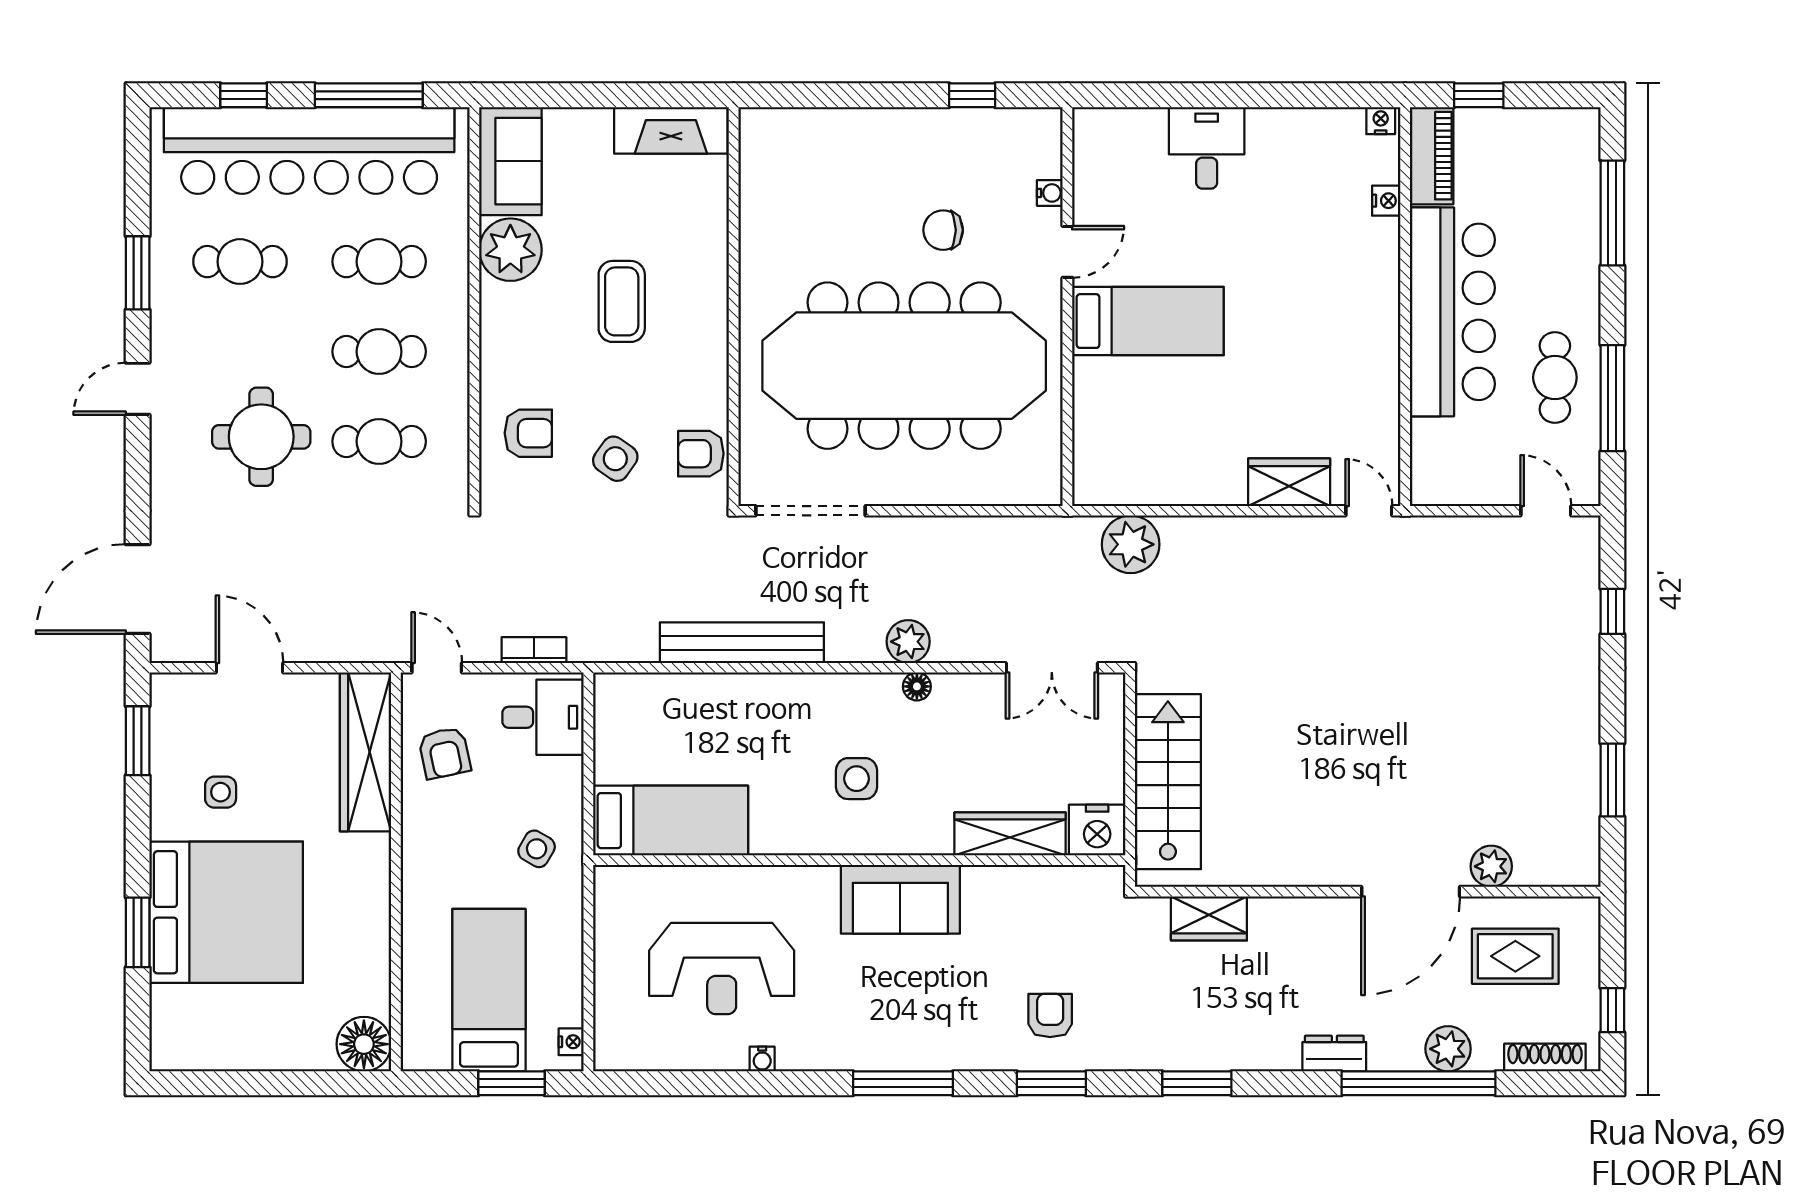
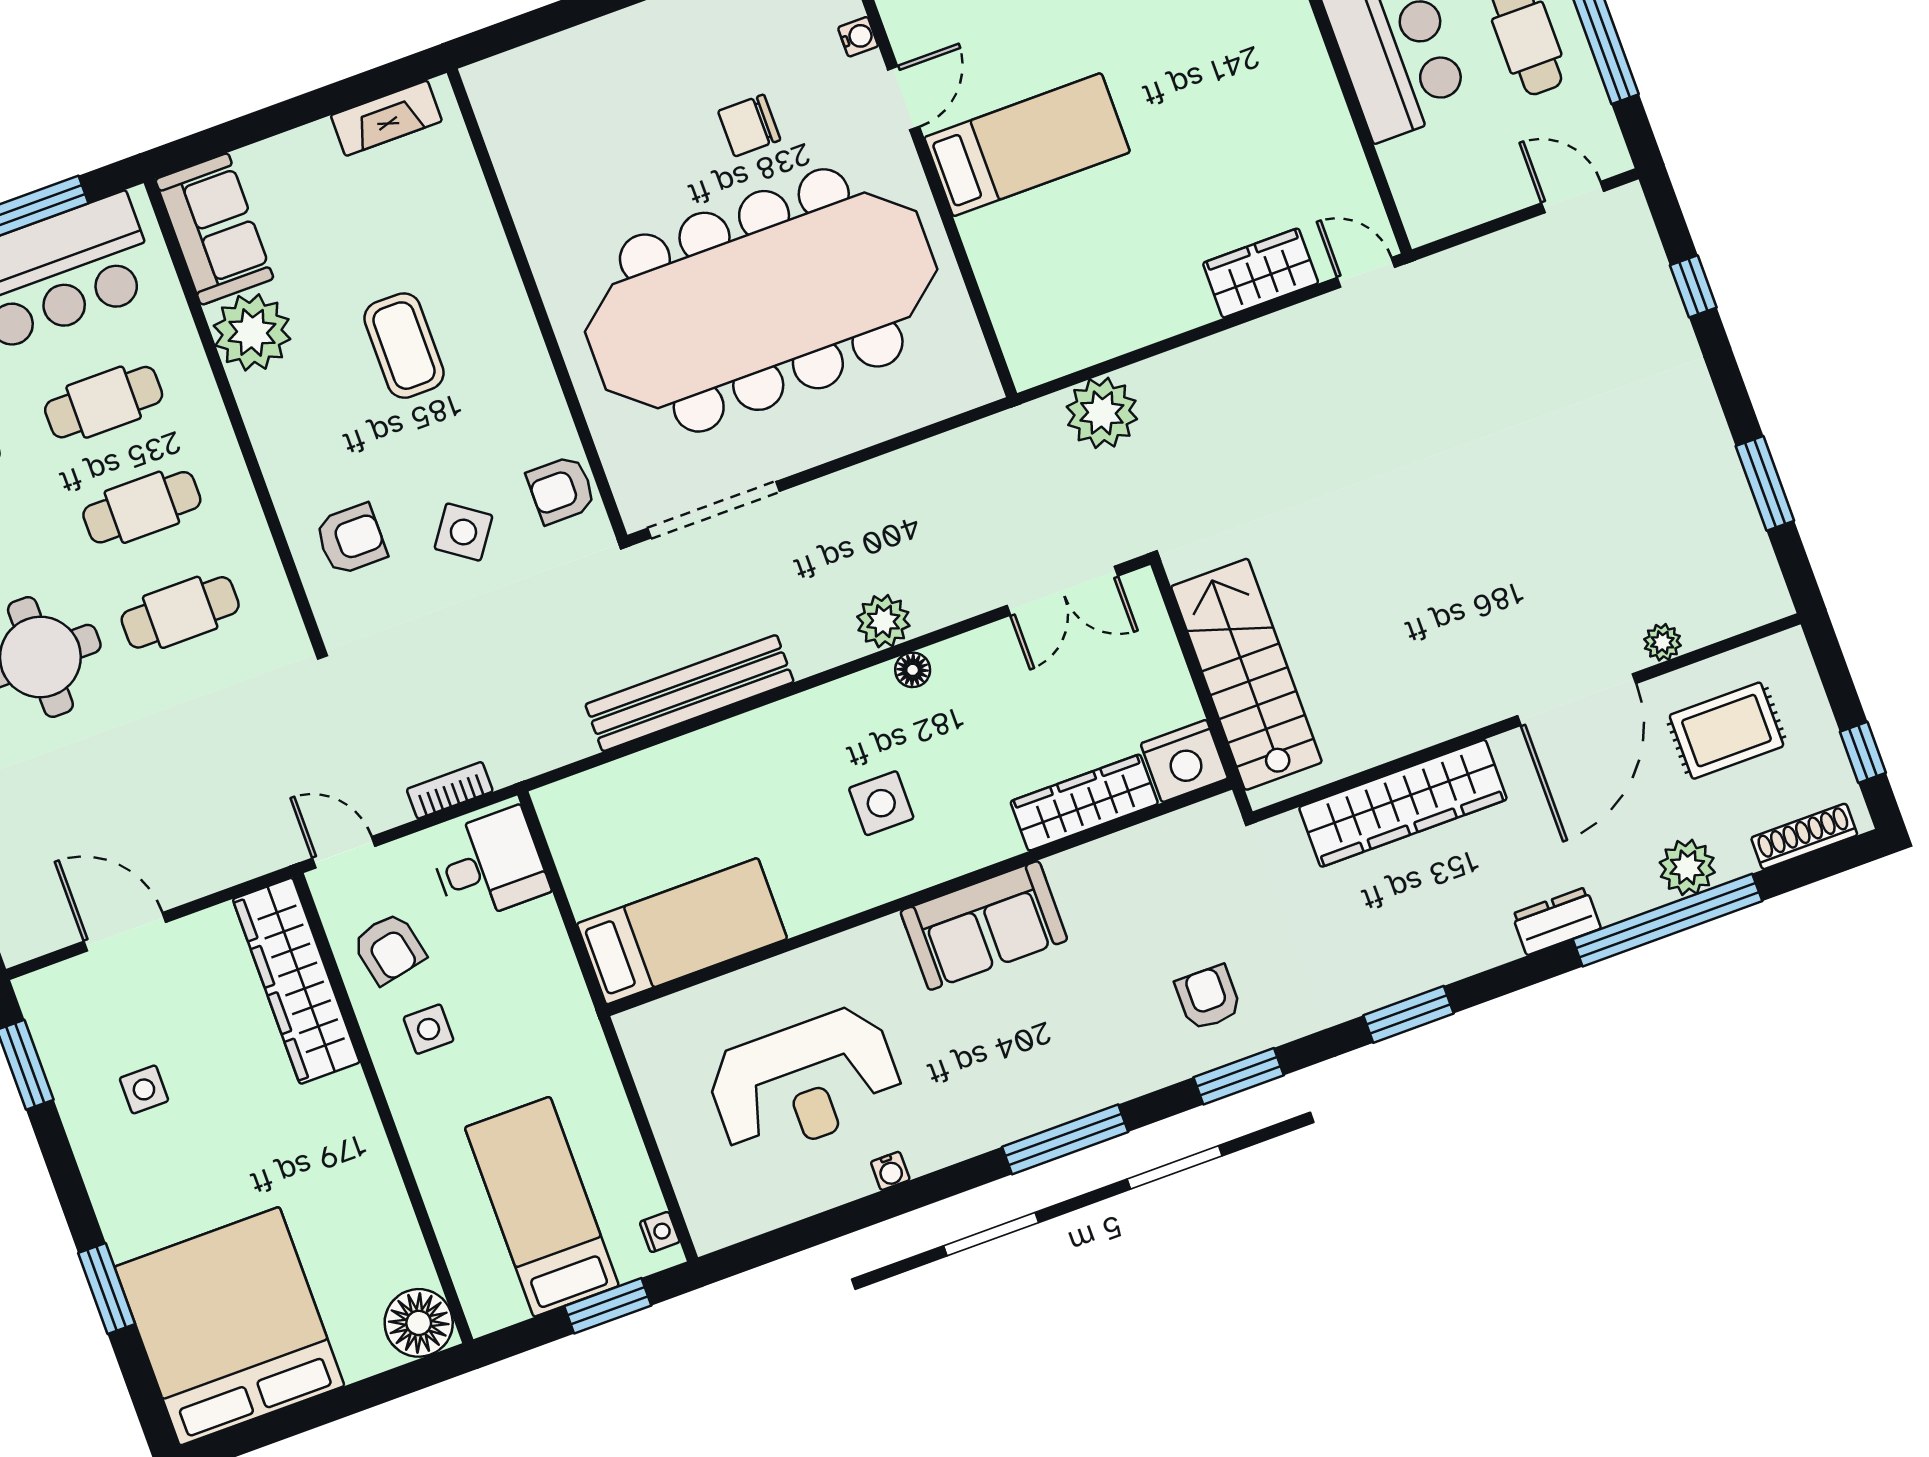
fireplace: (671, 130) -> (386, 118), width x0.73, depth x0.76
side table: (537, 849) -> (429, 1029), moved, turned -30
plant: (1491, 866) -> (1662, 642), width x0.73, depth x0.73
bed: (226, 912) -> (229, 1326), moved, turned -90
wardrobe: (1209, 918) -> (1403, 803), width x2.10, depth x1.17

